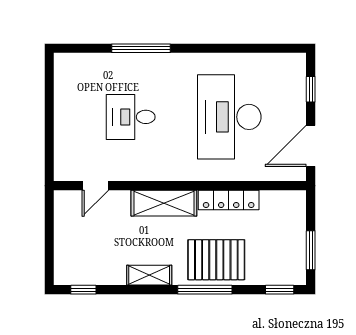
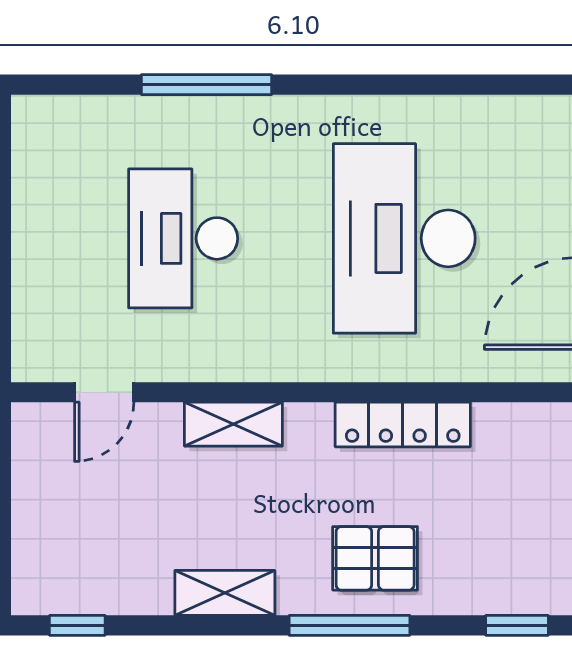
desk: (131, 117) -> (183, 238), width x1.37
shelving: (164, 203) -> (233, 424), width x0.67, depth x0.75
pallet: (216, 260) -> (375, 558), width x0.67, depth x0.71

